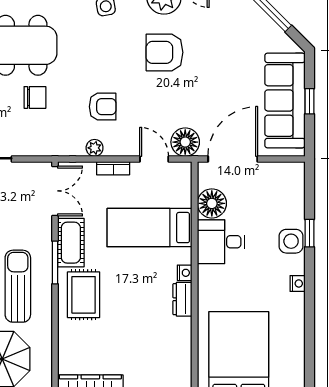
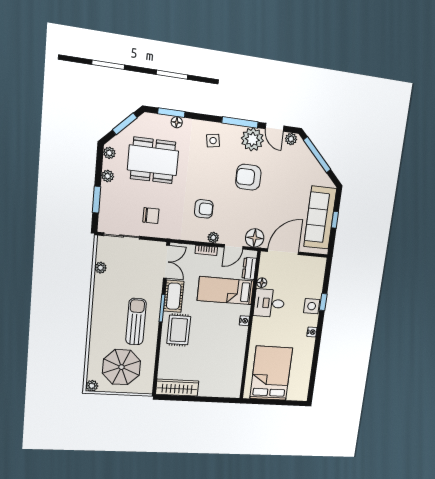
chair: (35, 97) -> (151, 216), moved
plant: (95, 148) -> (213, 238), moved
door: (154, 159) -> (234, 247), swing flipped
floor lamp: (212, 203) -> (262, 283), width x0.53, depth x0.53
dresser: (182, 299) -> (249, 268), moved

